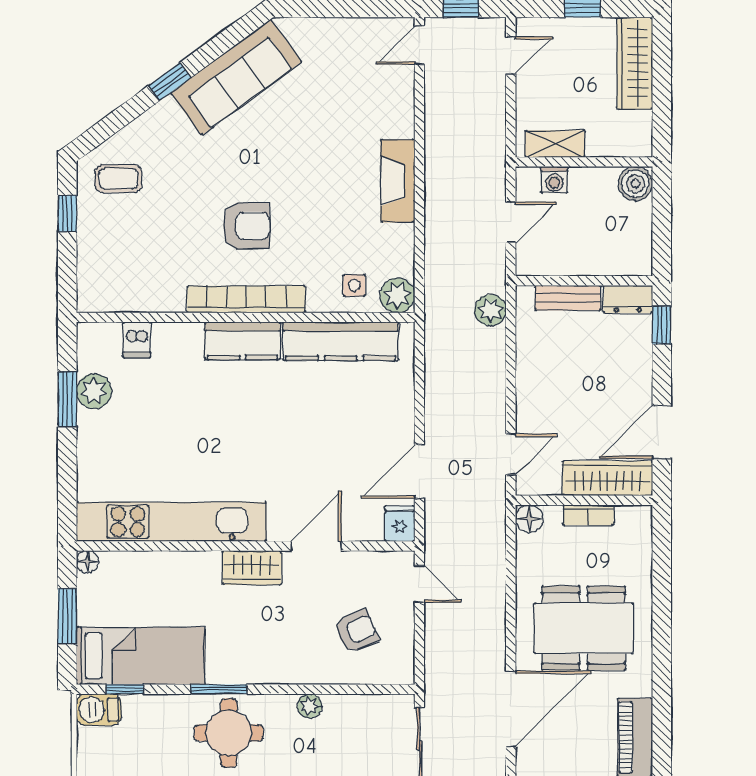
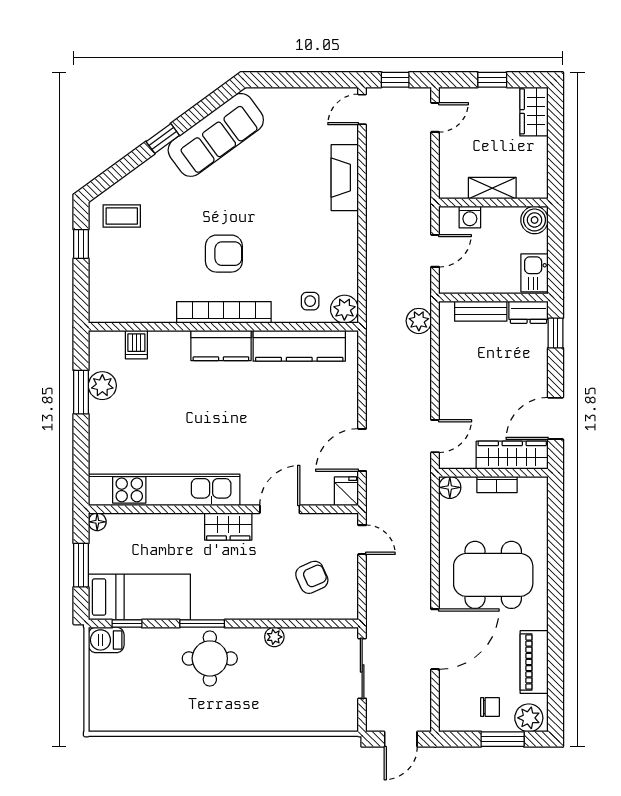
wardrobe: (635, 63) -> (534, 111), width x0.67
shelving: (555, 144) -> (492, 188), moved
fireplace: (398, 181) -> (345, 178), moved
kitchen sink: (635, 250) -> (534, 273), added

